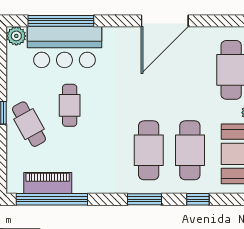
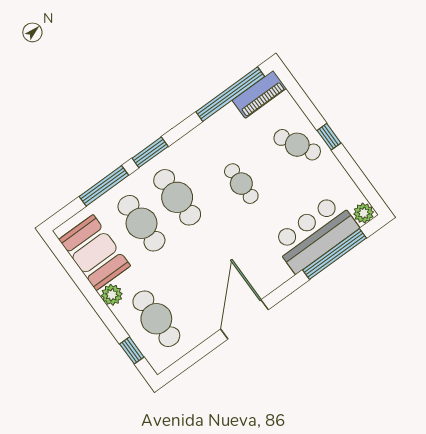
cafe table: (70, 105) -> (241, 184), moved
piano: (48, 183) -> (259, 94), moved
window: (198, 199) -> (104, 186), width x2.17

